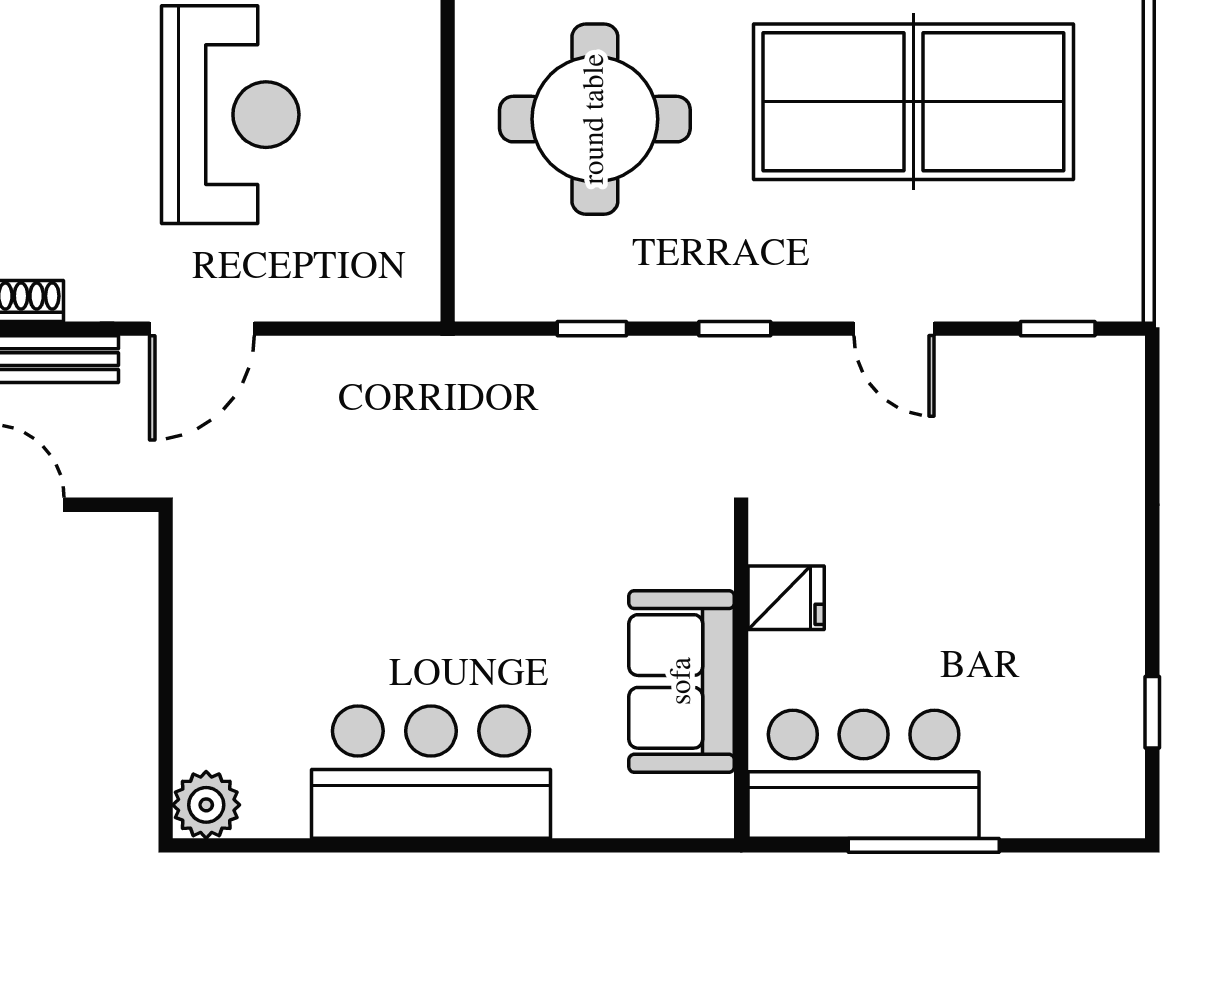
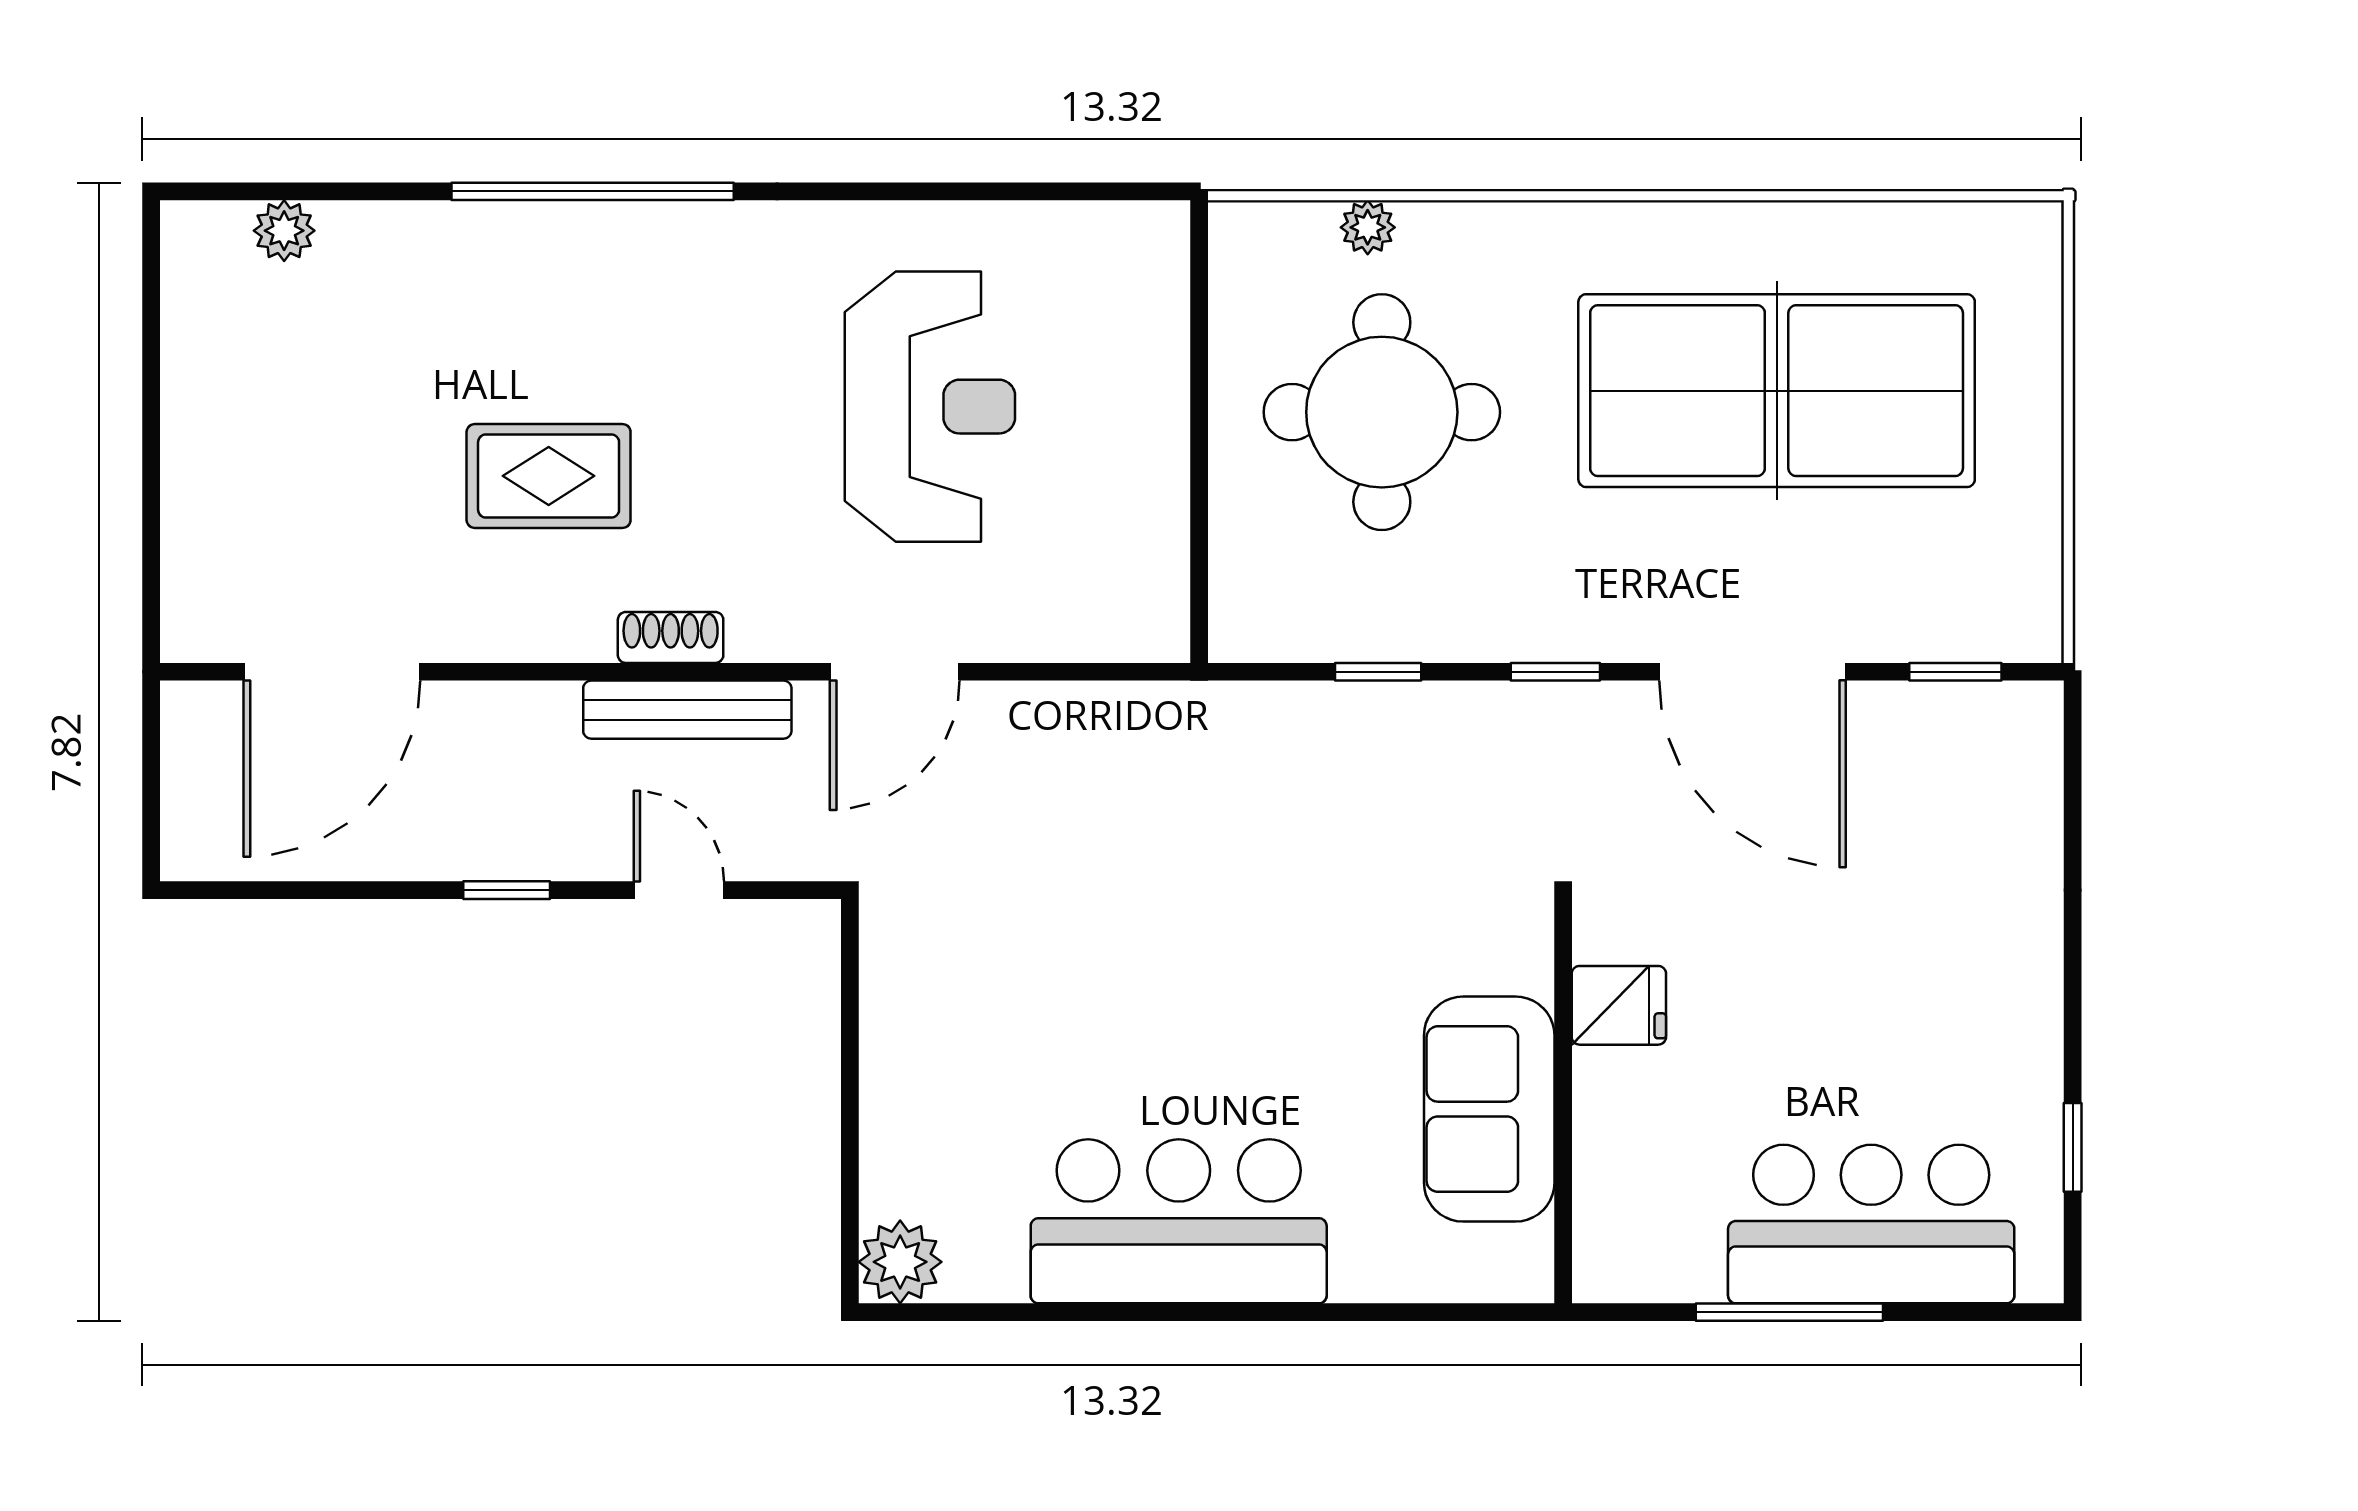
door: (894, 329) -> (1753, 672), width x1.87
bar counter: (864, 774) -> (1871, 1224), moved

